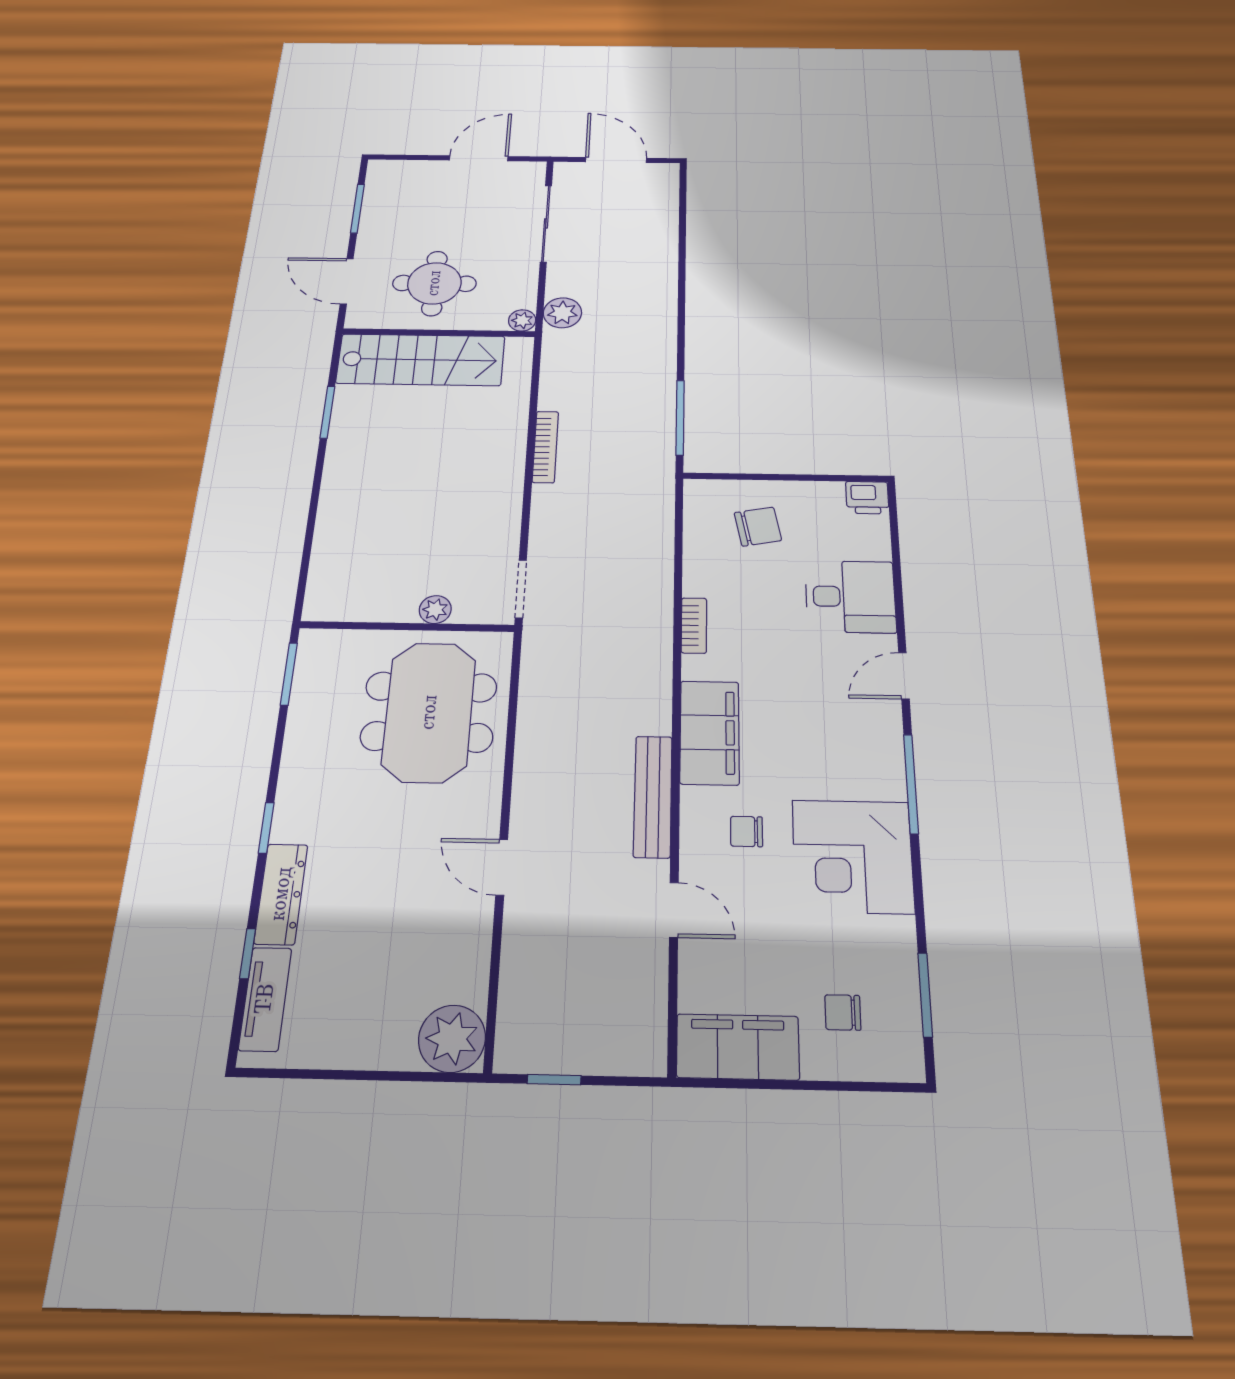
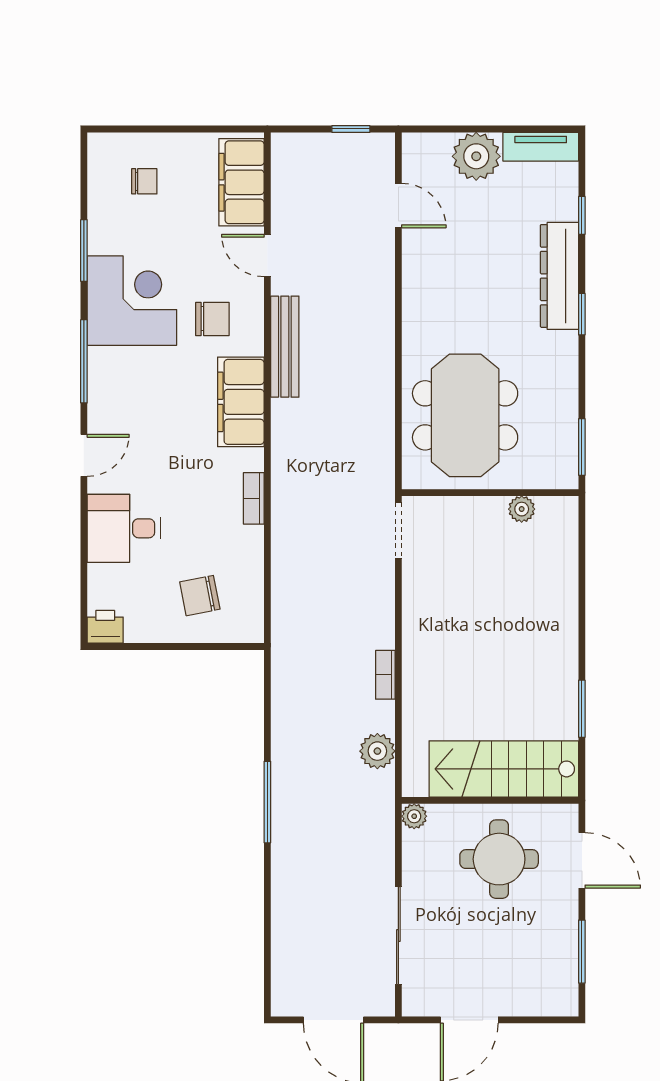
plant: (562, 313) -> (377, 751), moved
window: (680, 418) -> (267, 802), moved
bookcase: (545, 447) -> (385, 675), width x0.64
plant: (435, 610) -> (522, 509), moved
chair: (747, 831) -> (212, 319), width x1.37, depth x1.37
door: (502, 867) -> (398, 206), moved
dresser: (281, 894) -> (559, 276), width x1.37, depth x1.24
window: (925, 995) -> (84, 251), moved
tv unit: (265, 999) -> (541, 147), moved, turned -90
plant: (452, 1039) -> (476, 156), moved
filing cabinet: (738, 1047) -> (241, 182), moved, turned 90

